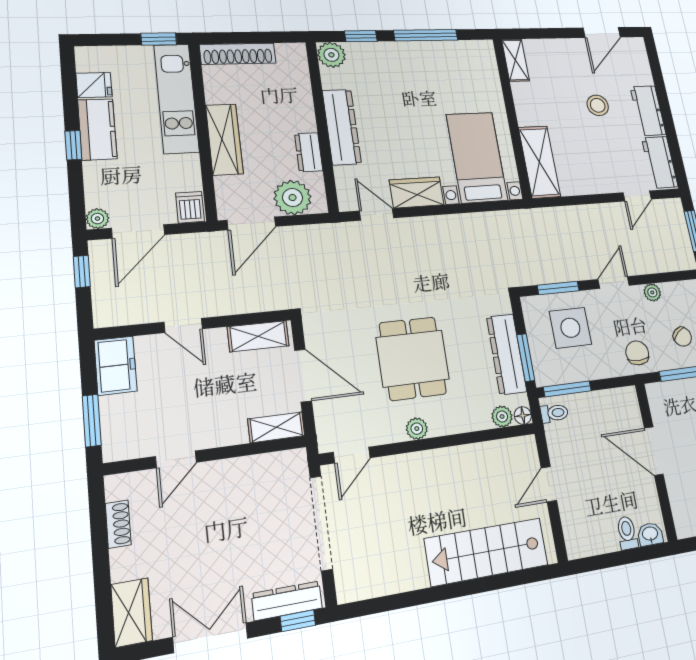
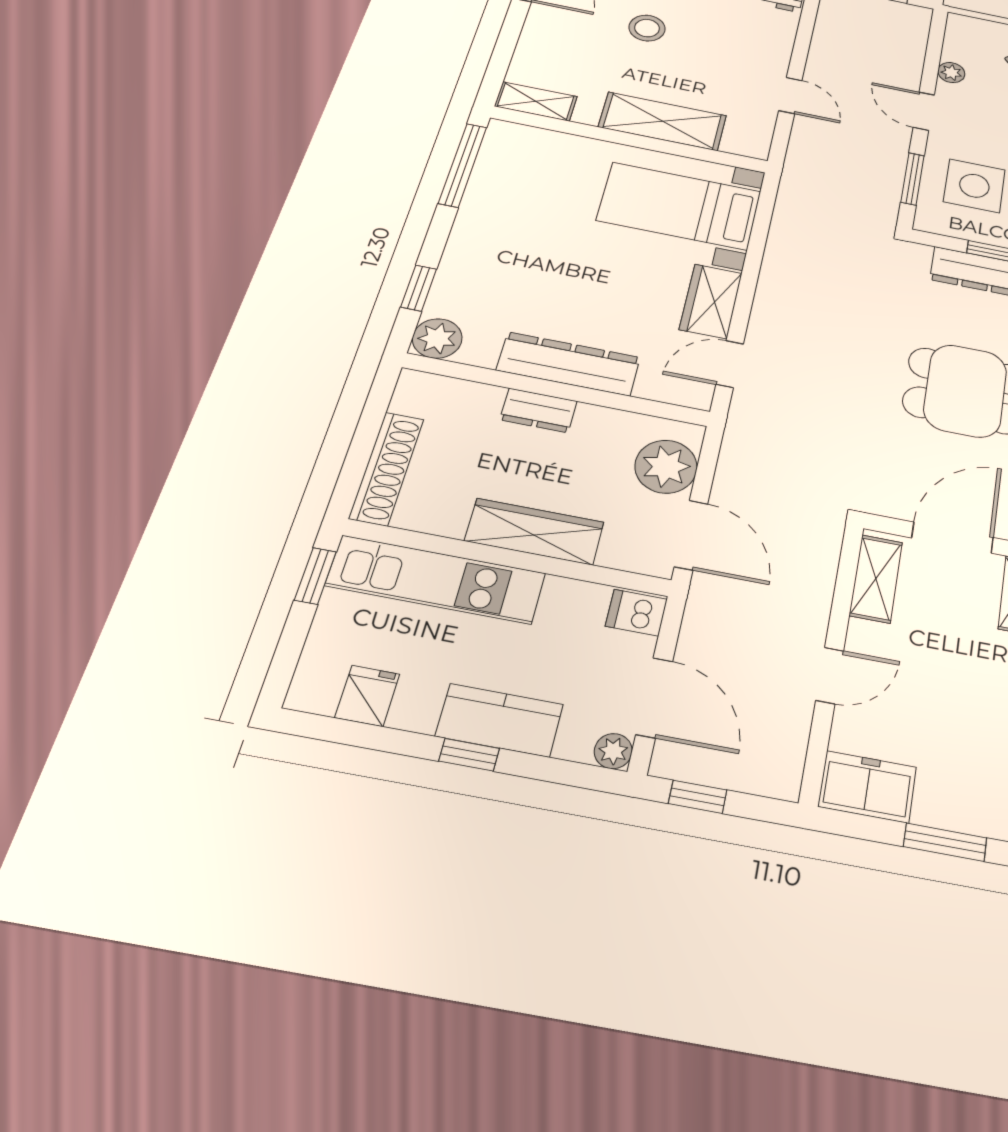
window: (426, 35) -> (463, 165), moved
kitchen counter: (97, 129) -> (500, 720), moved
dresser: (309, 152) -> (539, 410), moved
shelving: (539, 162) -> (663, 121), moved
door: (637, 196) -> (790, 95), moved

